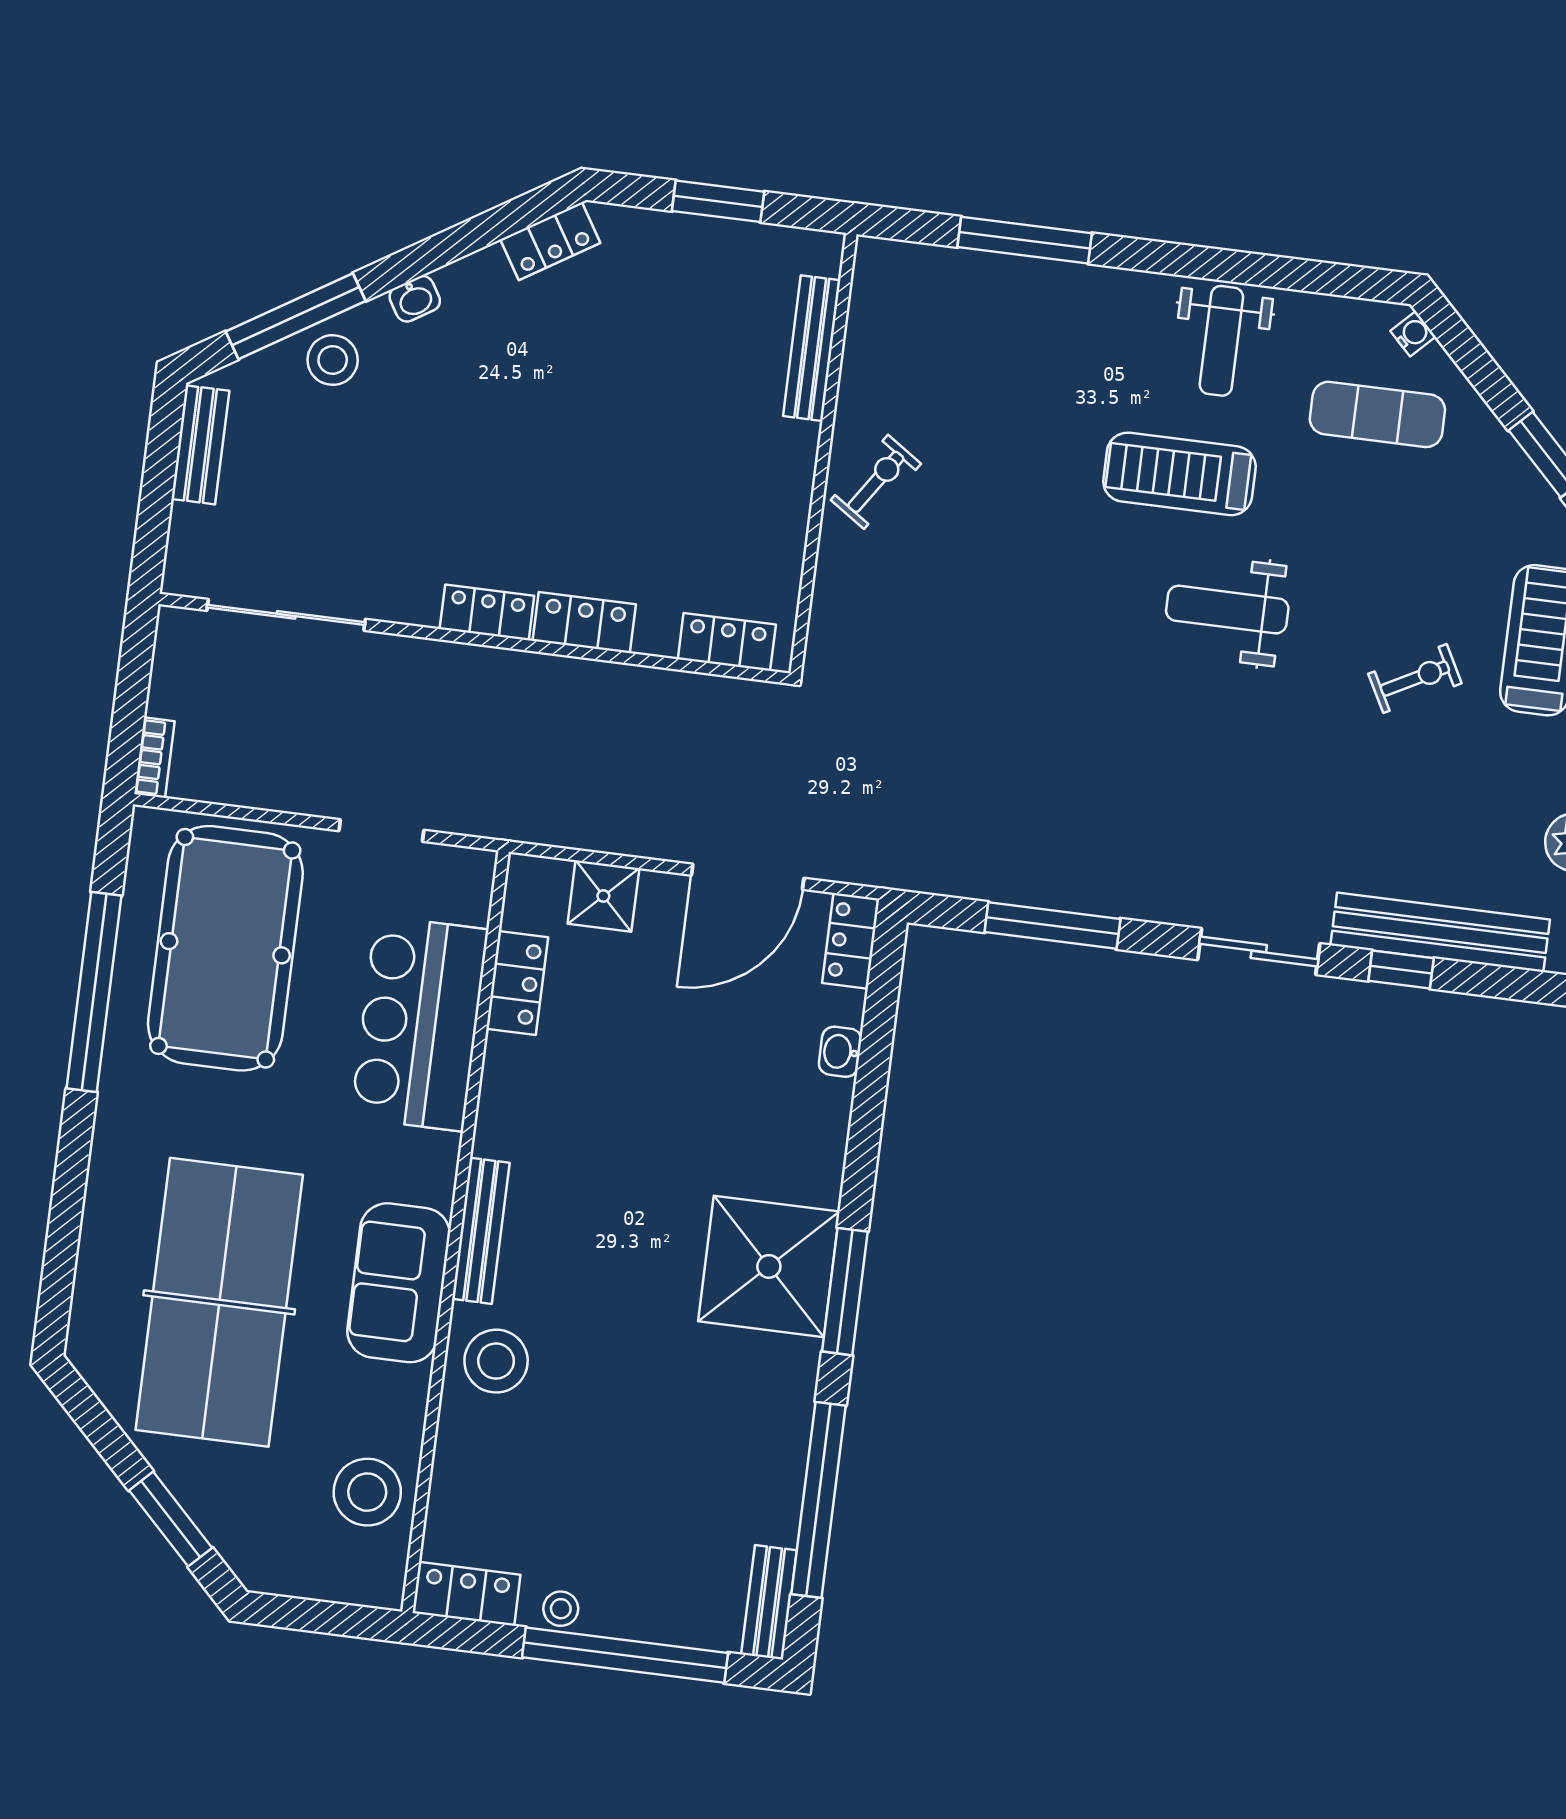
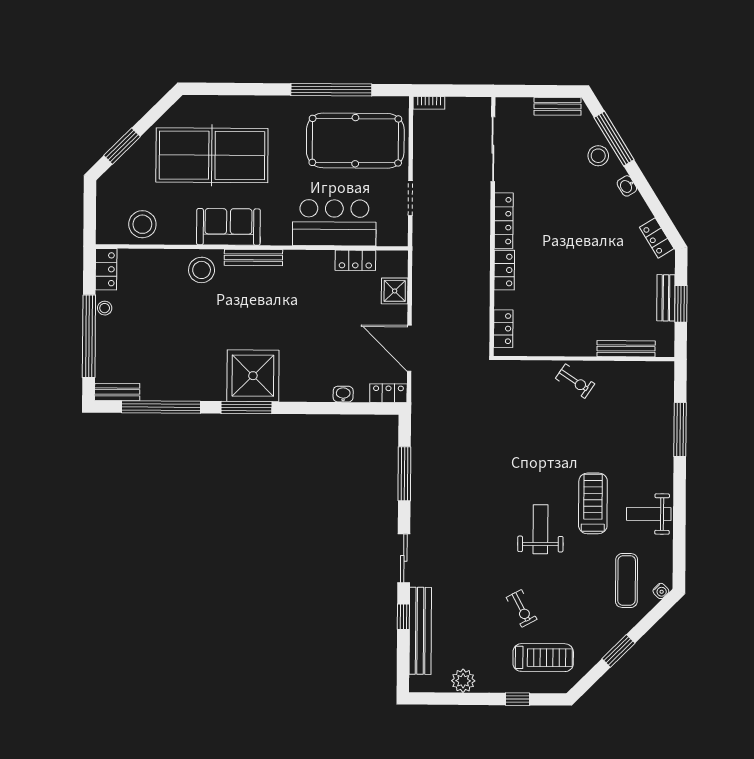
bench: (699, 236) -> (666, 298), added
locker: (487, 612) -> (504, 221), width x1.53

